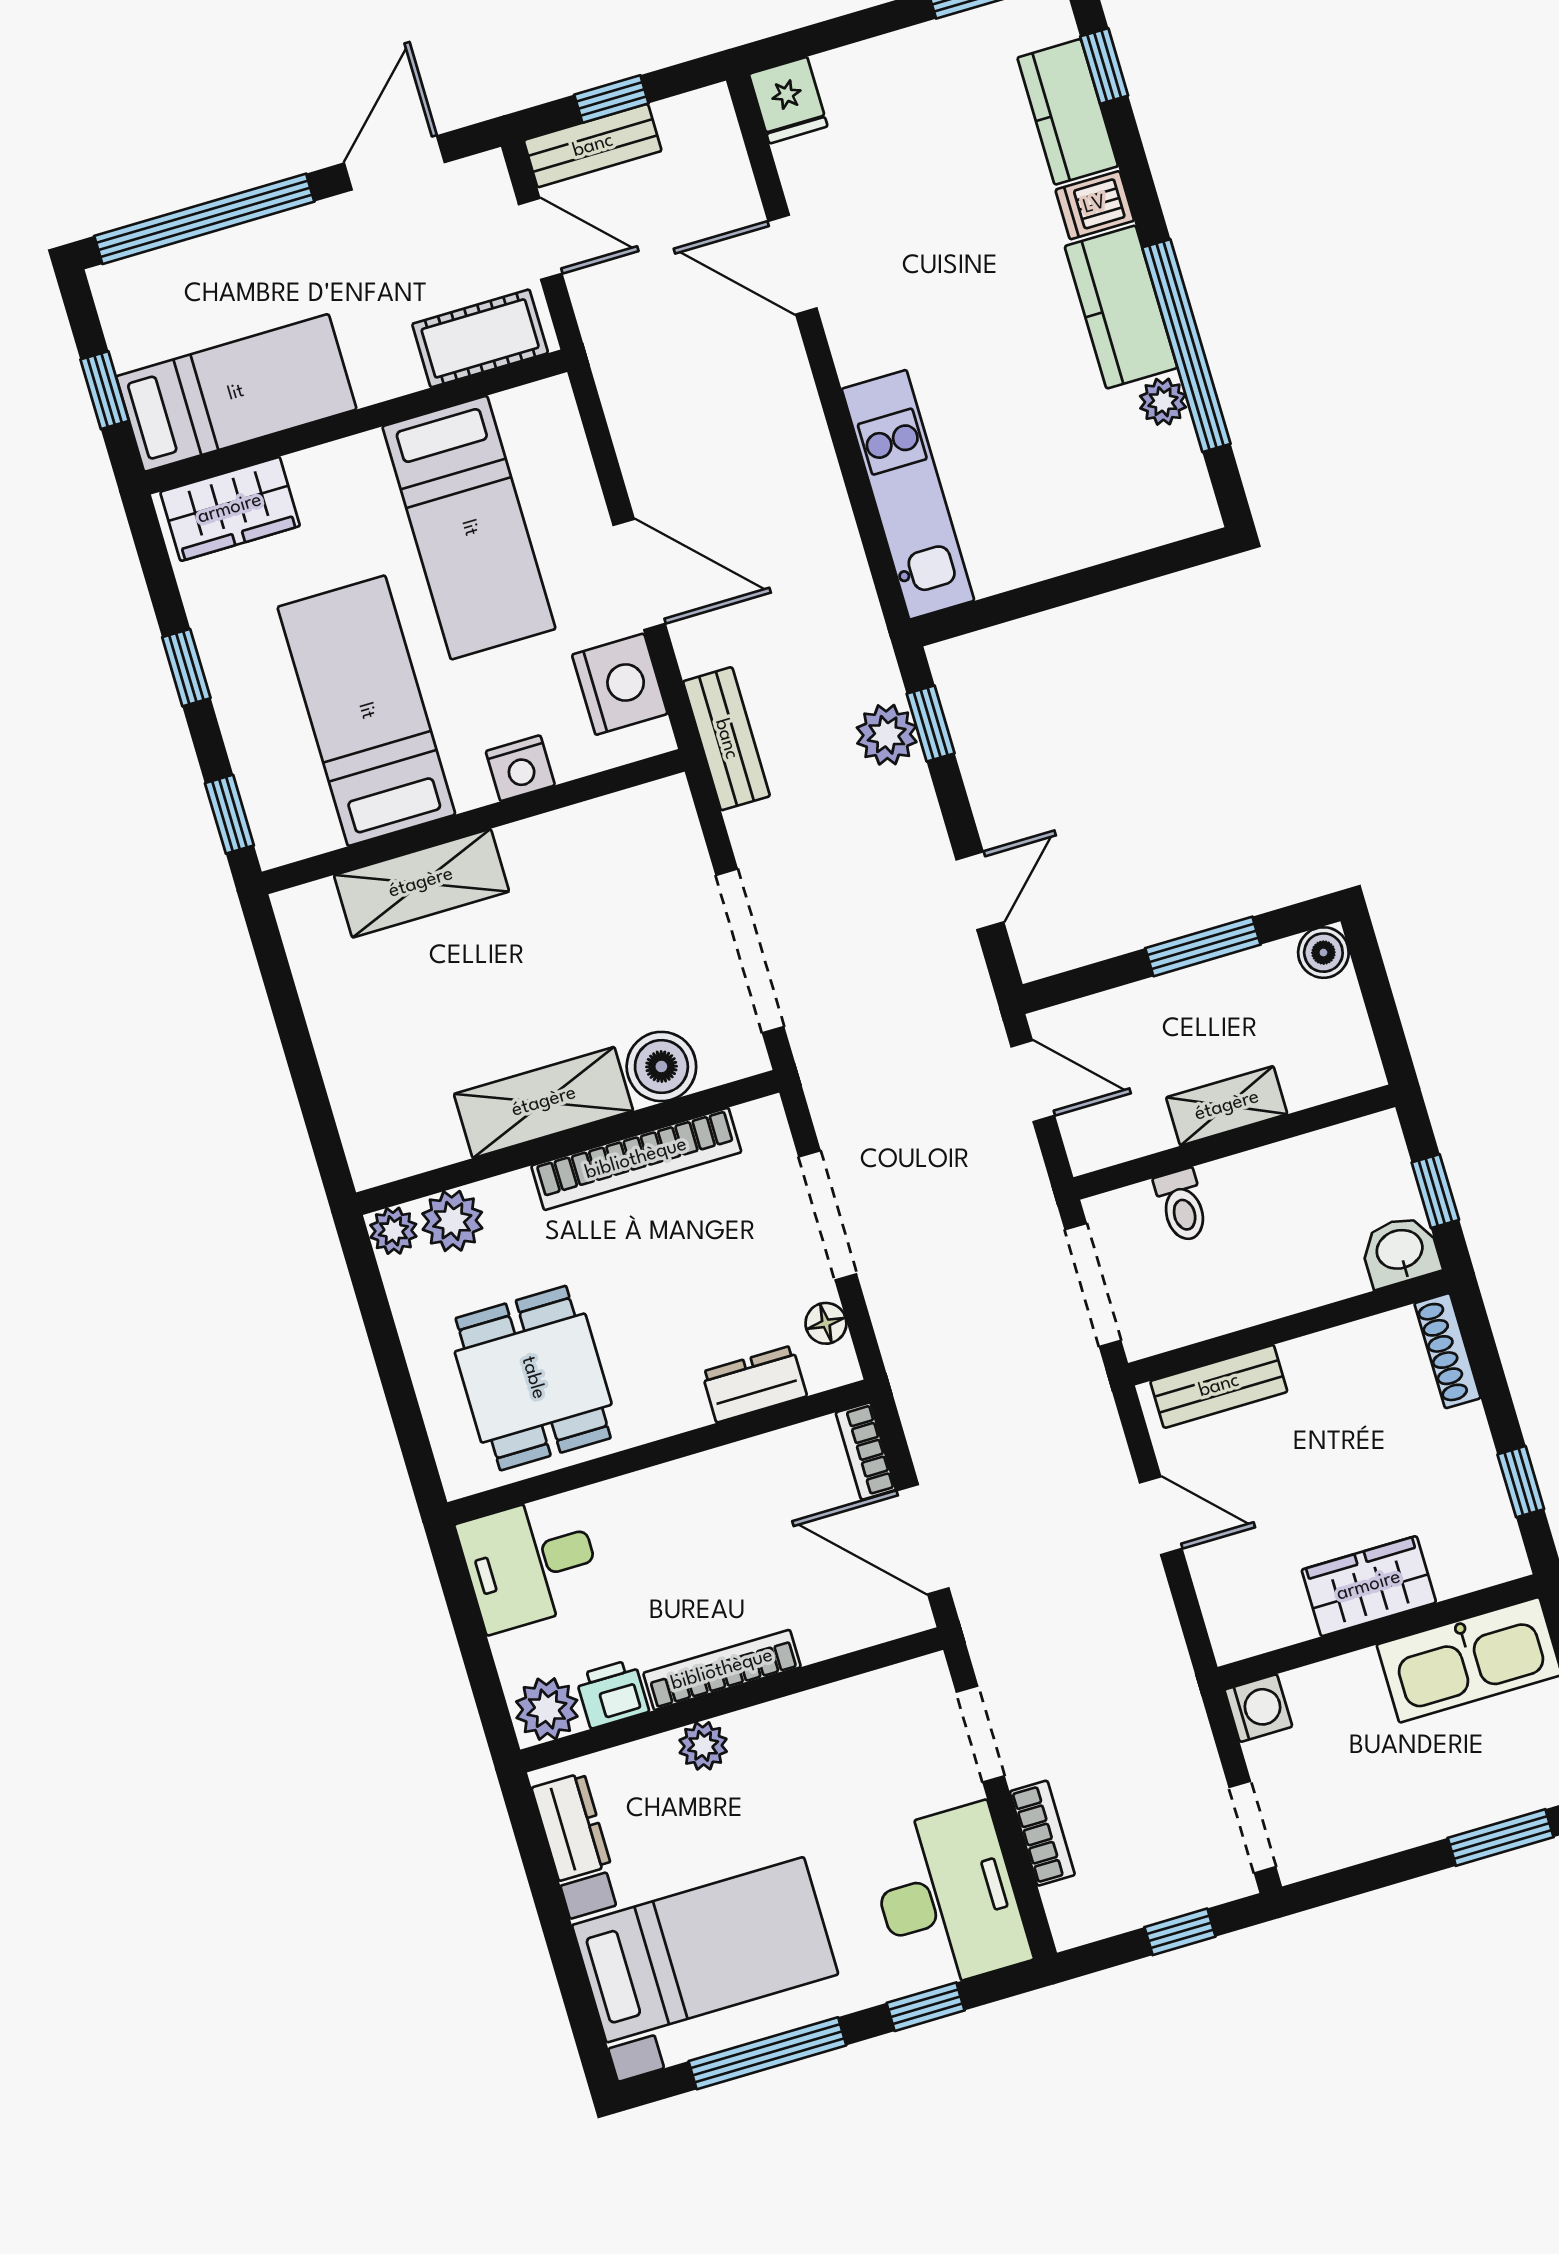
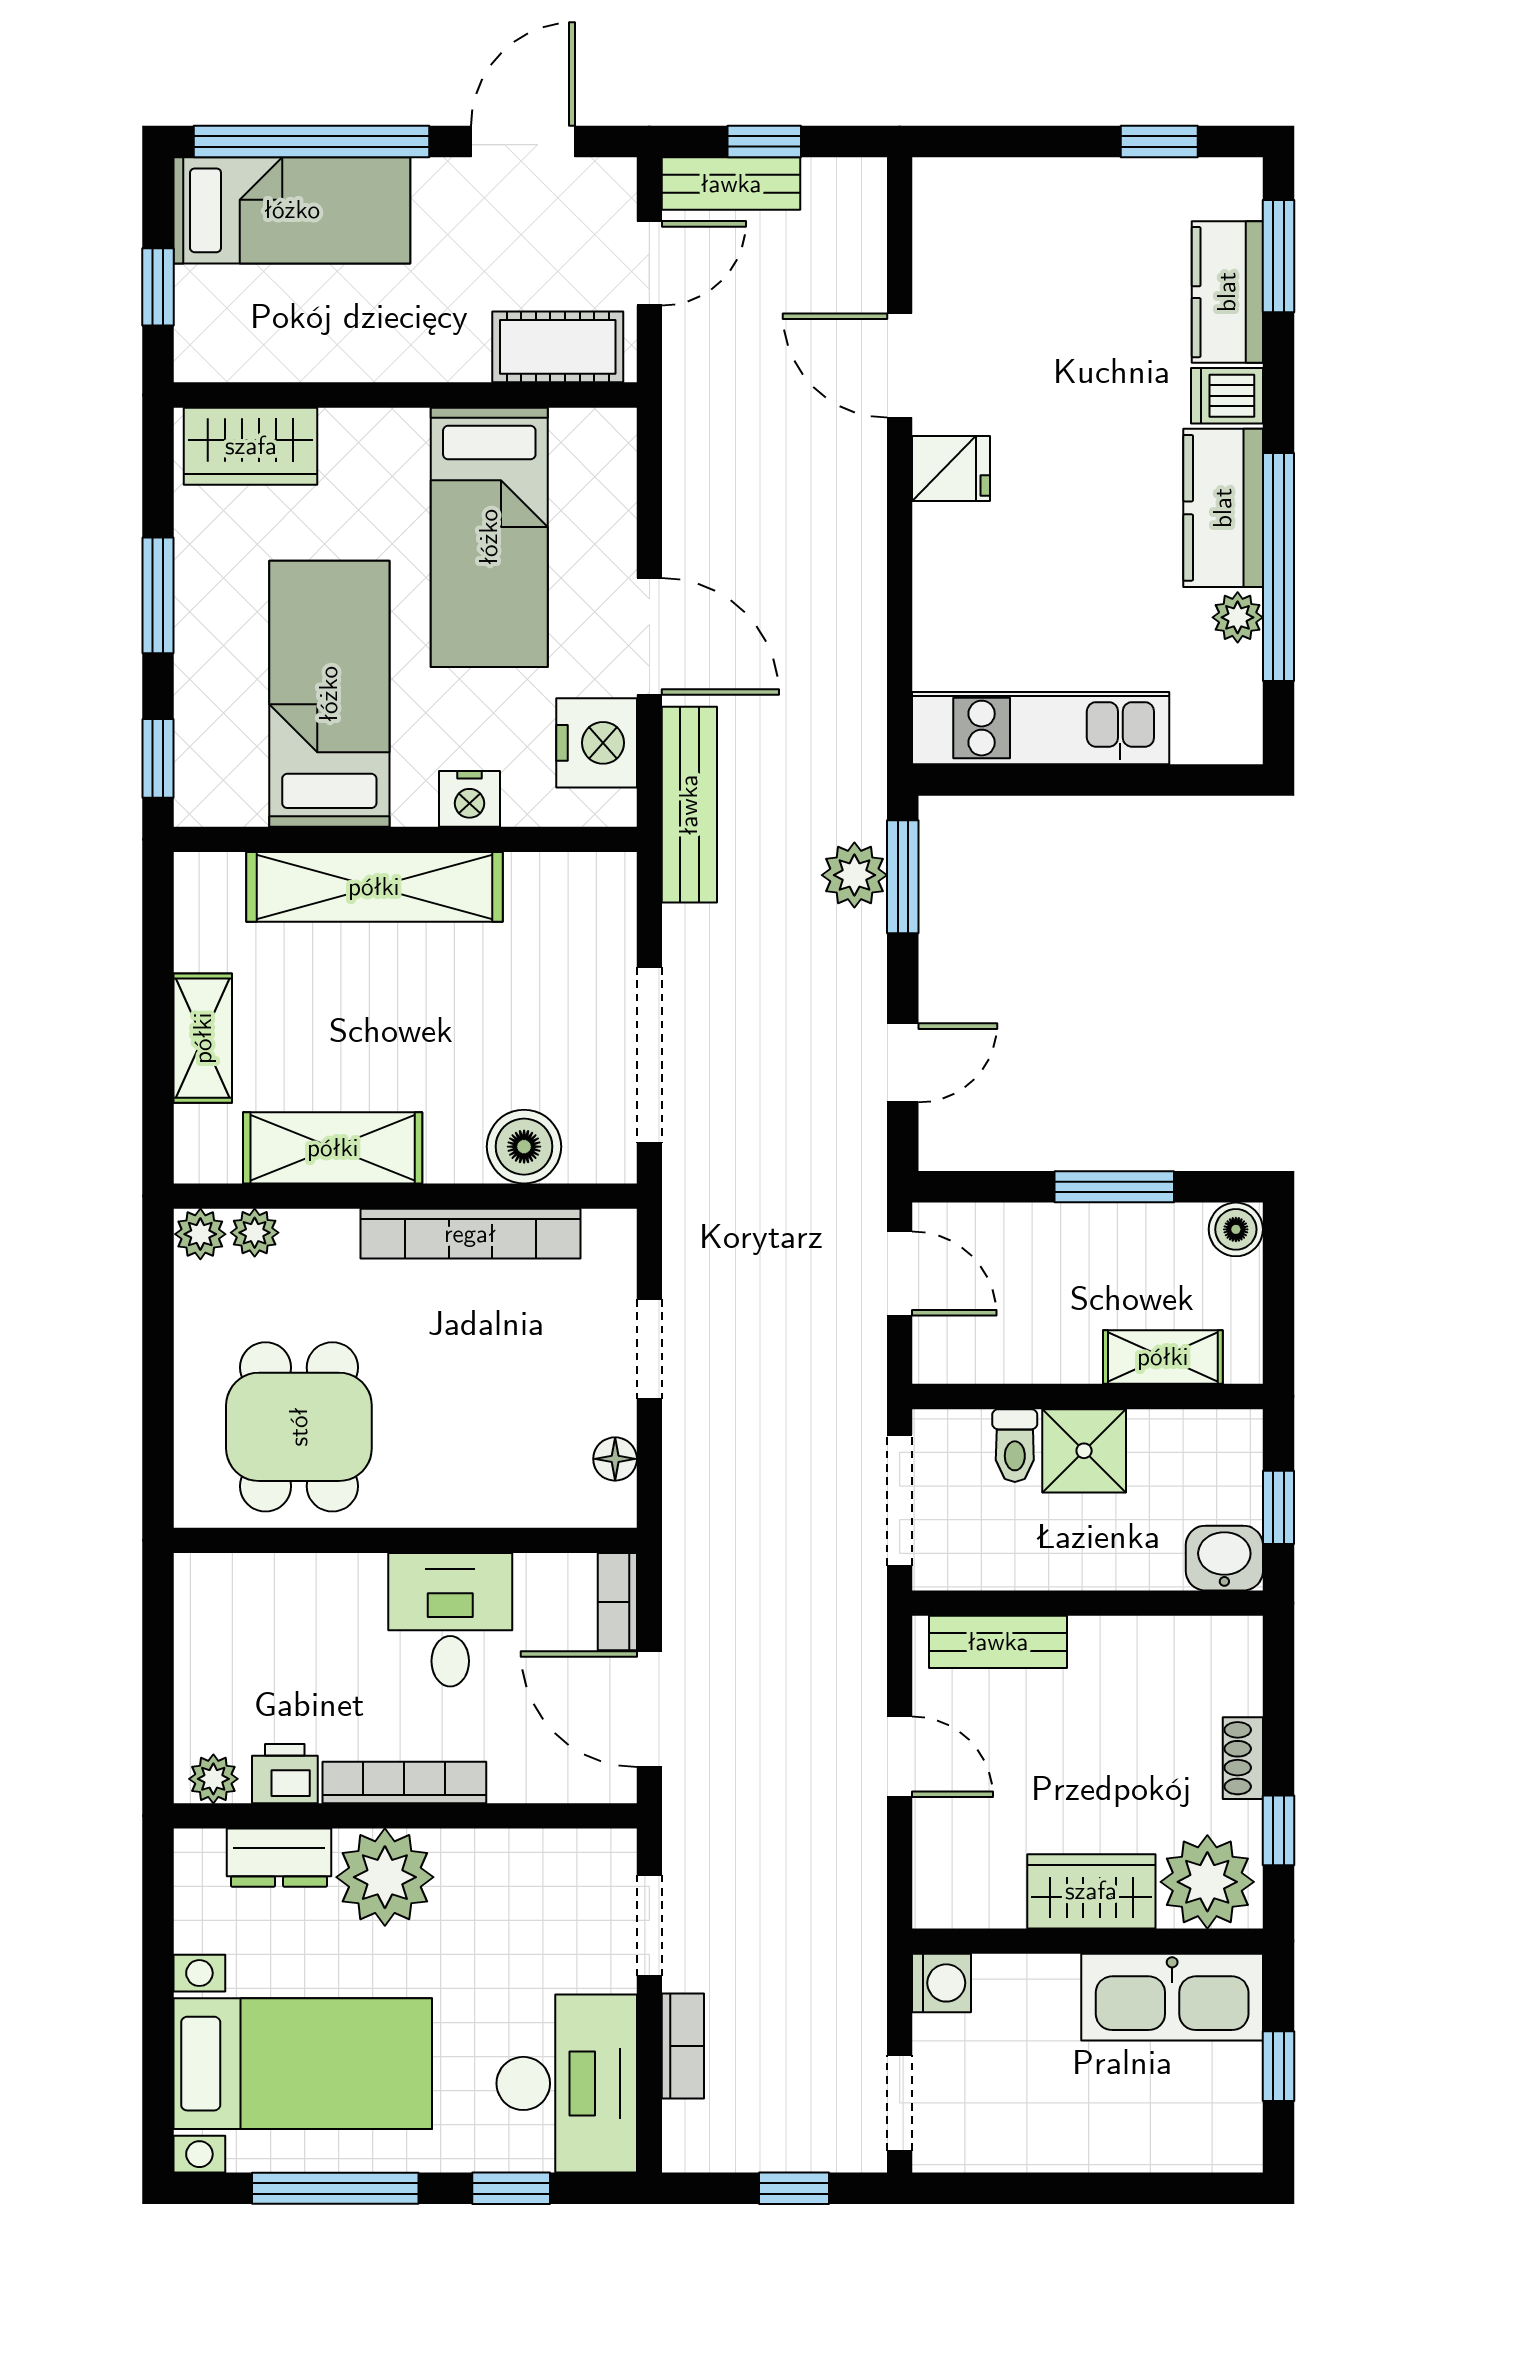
window: (1104, 66) -> (1278, 256), width x1.50
fridge: (788, 100) -> (951, 469), moved, turned -90
door: (540, 239) -> (649, 263), hinge flipped
bed: (236, 393) -> (292, 210), moved
kitchen unit: (908, 495) -> (1041, 728), moved, turned -90
window: (186, 668) -> (158, 595), width x1.50
window: (931, 724) -> (903, 877), width x1.50
bench: (726, 739) -> (689, 805), width x1.36
shelving: (421, 883) -> (374, 887), width x1.47
shelving: (344, 1054) -> (203, 1038), added
shelving: (544, 1102) -> (333, 1148), moved
shelving: (1227, 1106) -> (1163, 1357), moved
shower: (1246, 1192) -> (1084, 1451), added
doorway: (828, 1215) -> (649, 1349), width x0.73
plant: (452, 1221) -> (255, 1233), width x0.73, depth x0.73
shoe rack: (1447, 1351) -> (1243, 1758), moved, width x0.70
dresser: (754, 1384) -> (523, 1500), removed
plant: (1470, 1547) -> (1207, 1882), added
desk: (530, 1563) -> (450, 1620), moved, turned 90
plant: (547, 1709) -> (213, 1779), width x0.73, depth x0.73
plant: (703, 1746) -> (385, 1877), width x1.88, depth x1.88
dresser: (571, 1827) -> (279, 1858), moved, turned 90
window: (1501, 1837) -> (1151, 2188), removed

